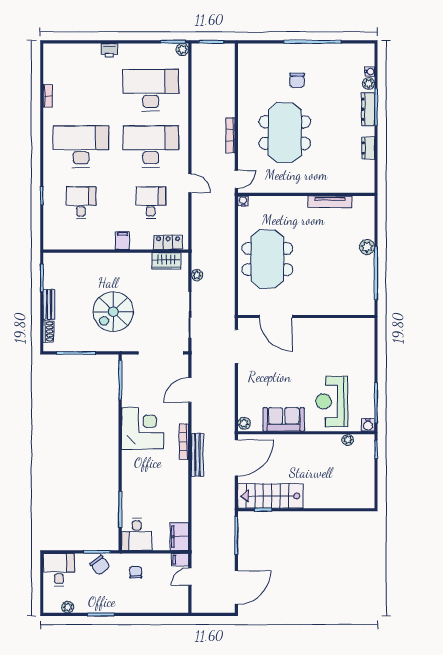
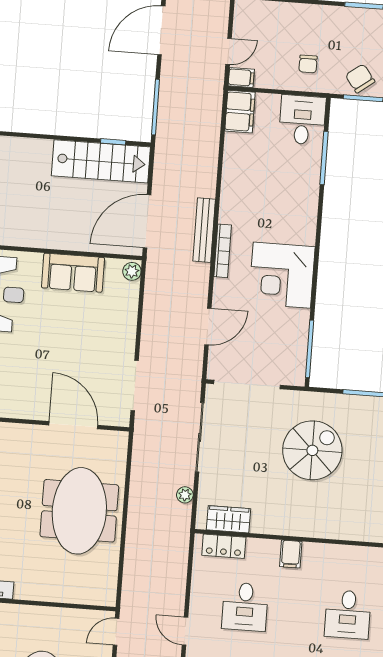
water cooler: (243, 201) -> (109, 599), removed

